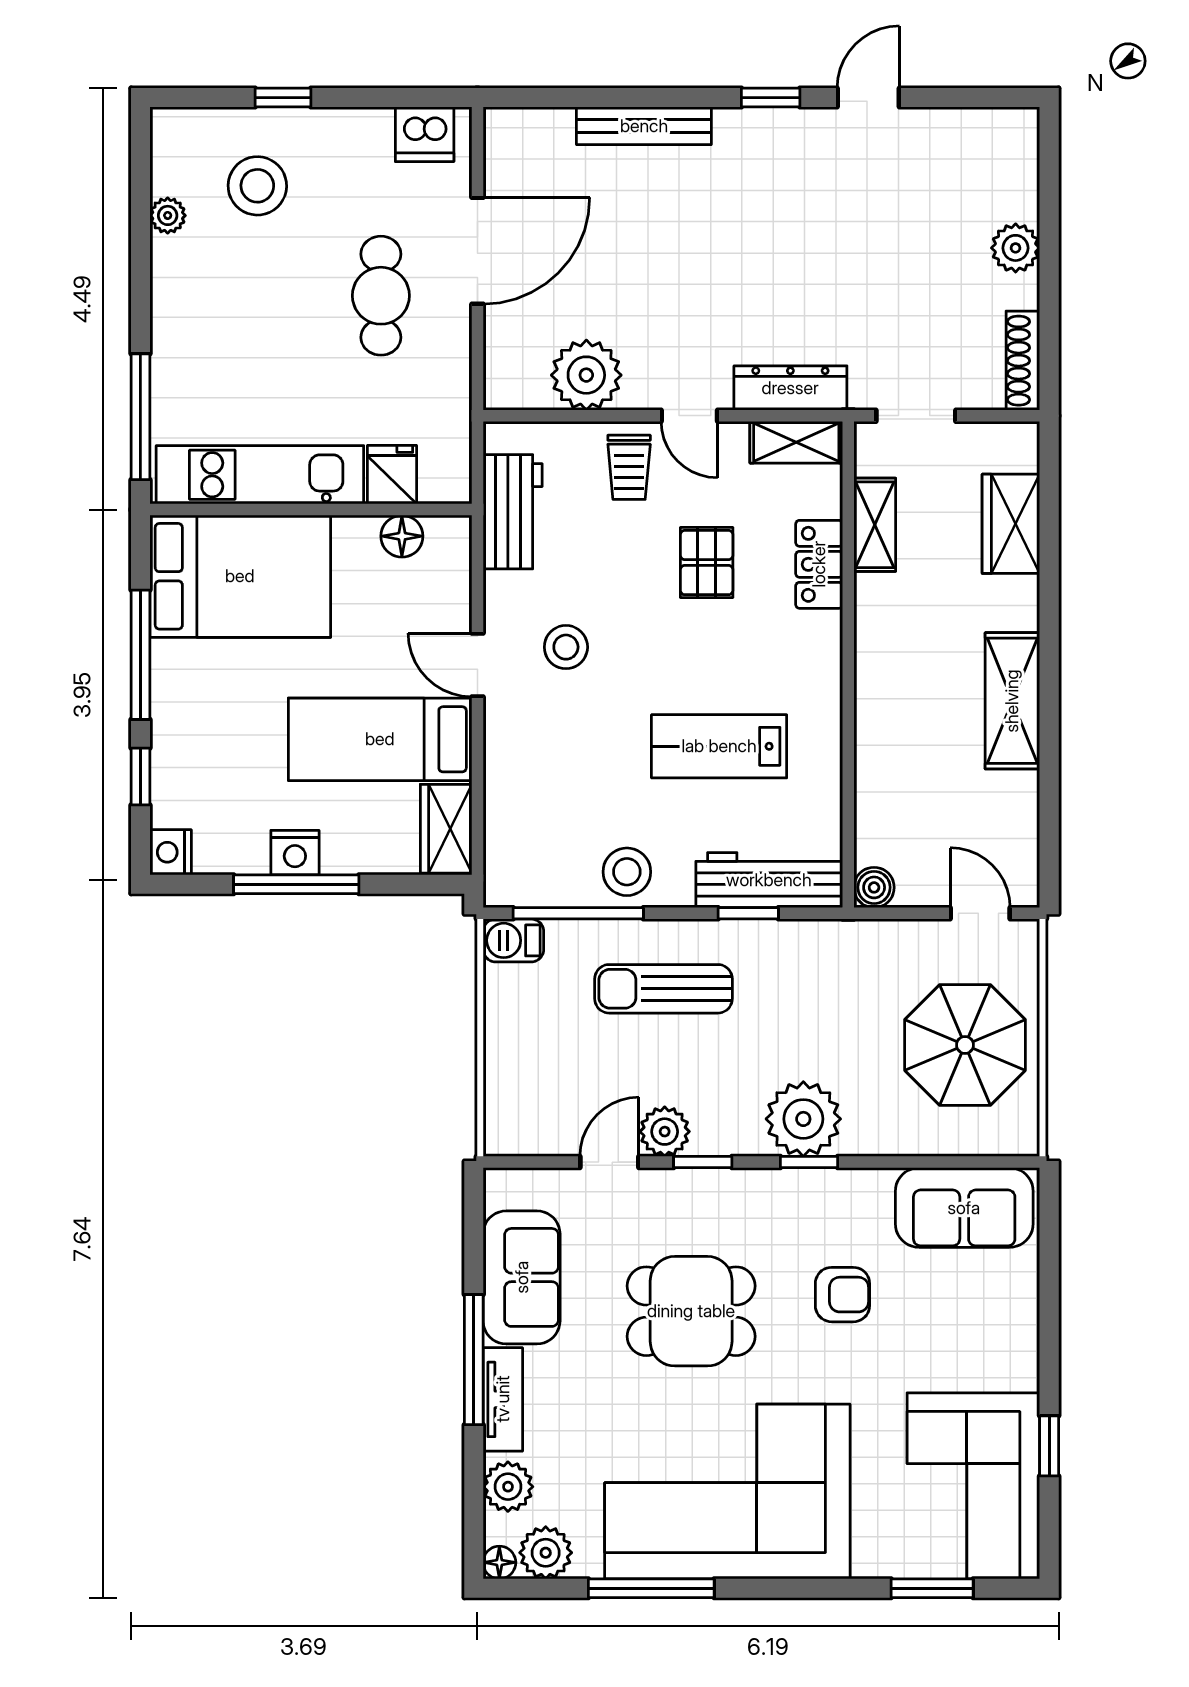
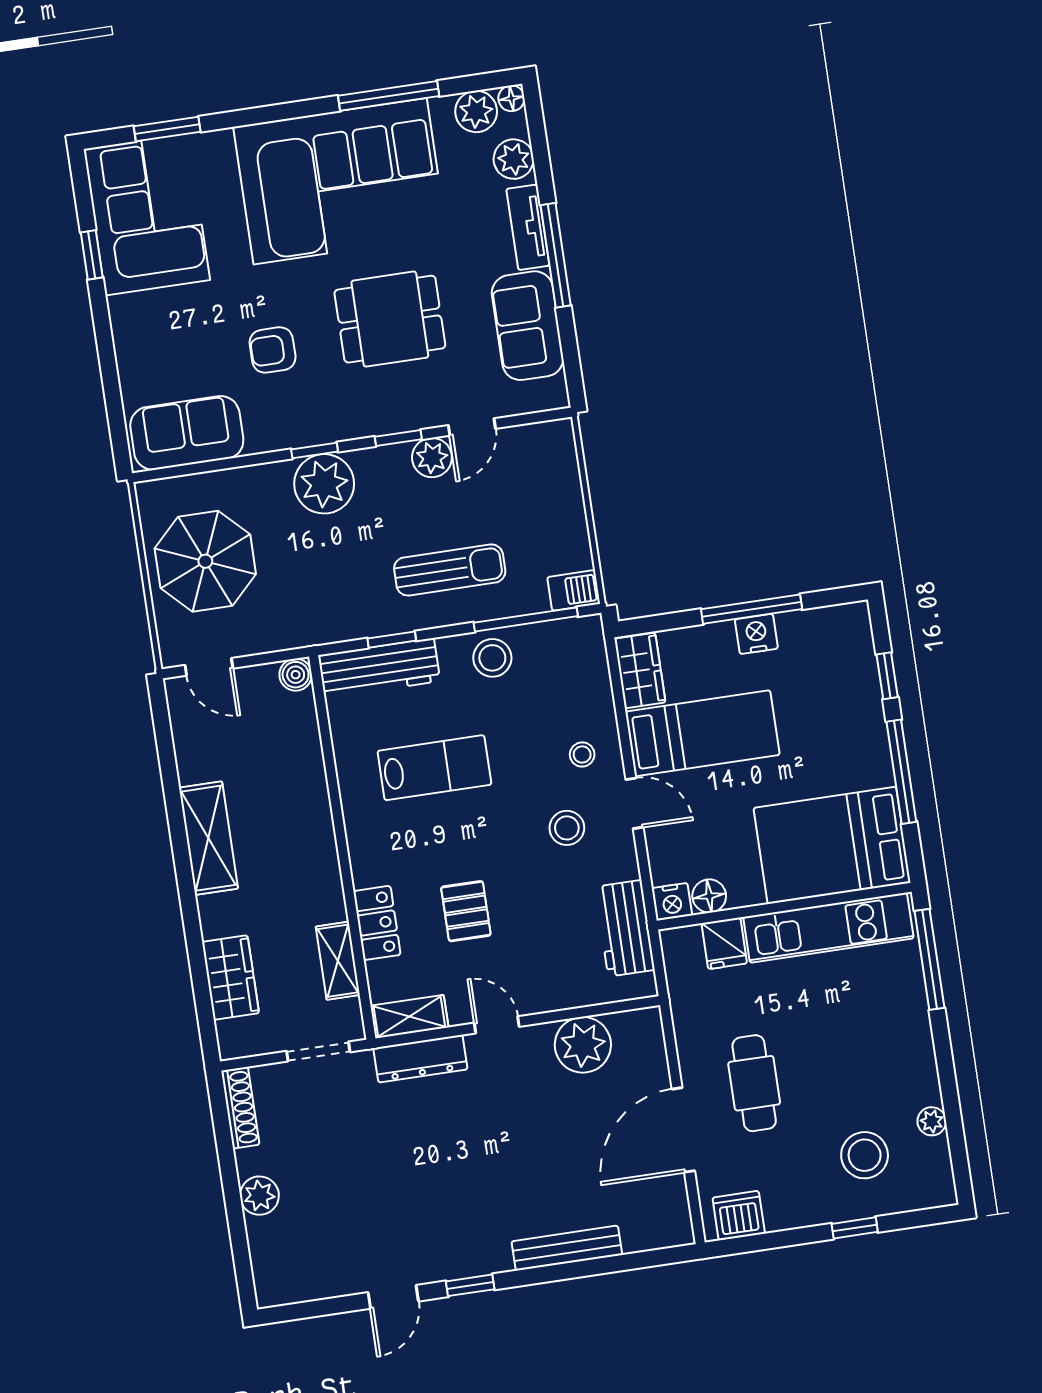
trolley: (629, 467) -> (538, 977), removed
stool: (533, 735) -> (582, 754), added
nightstand: (171, 852) -> (672, 902), moved, turned 90

